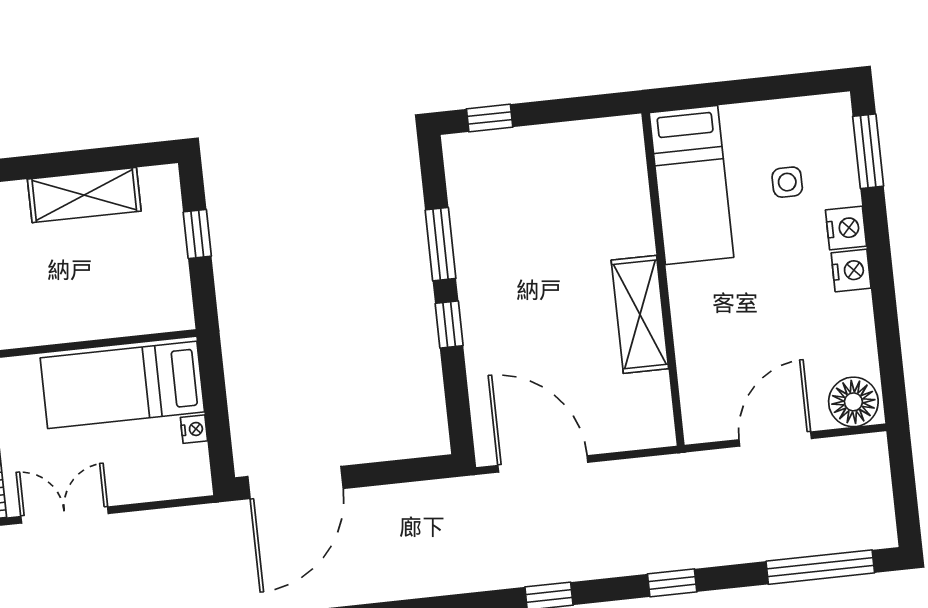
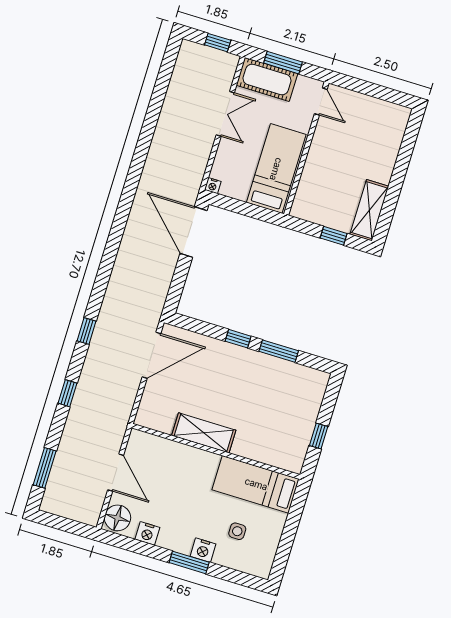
window: (490, 118) -> (319, 436), moved
window: (868, 151) -> (189, 562), moved
shelving: (84, 195) -> (369, 210), moved
nightstand: (851, 270) -> (147, 533), moved
nightstand: (194, 429) -> (213, 186), moved
window: (820, 567) -> (45, 468), width x0.69

